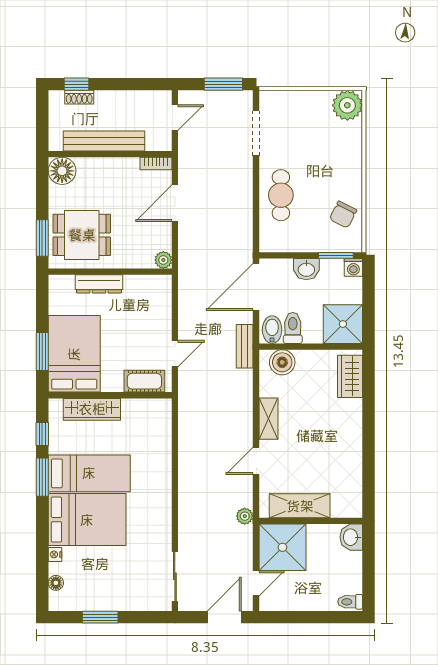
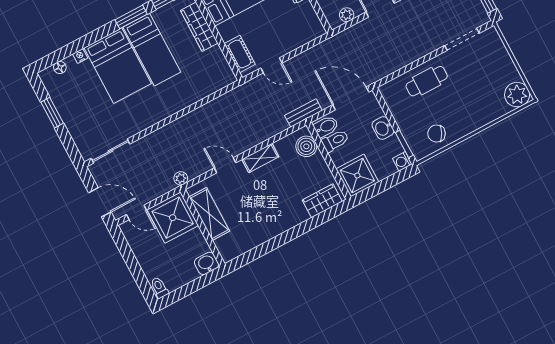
plant: (163, 260) -> (347, 15), moved

